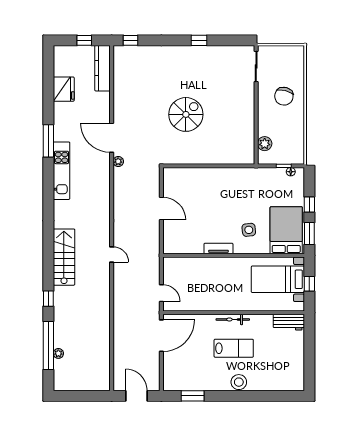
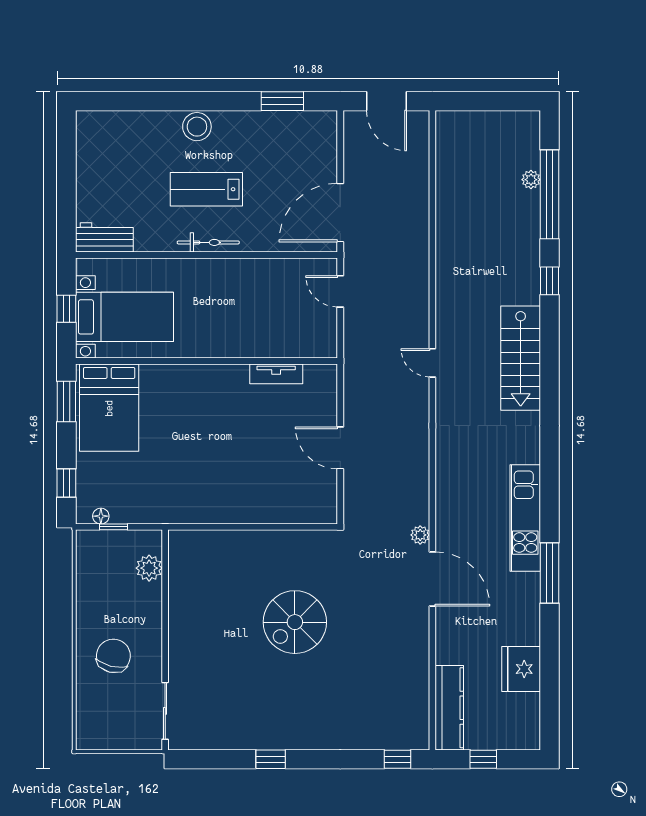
window: (309, 205) -> (66, 483), moved
side table: (249, 230) -> (178, 408), removed
tv unit: (218, 249) -> (276, 374), moved

